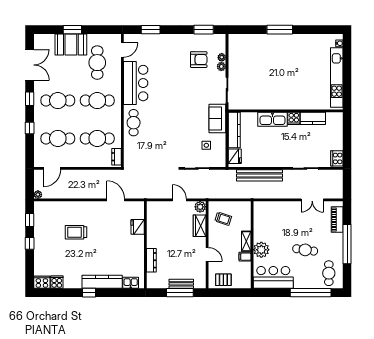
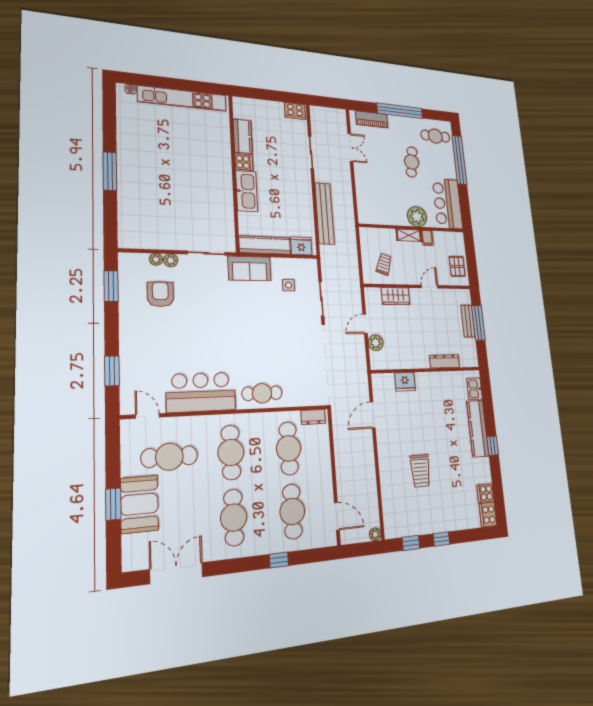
window: (30, 99) -> (233, 566), removed
plant: (200, 207) -> (376, 343), moved

